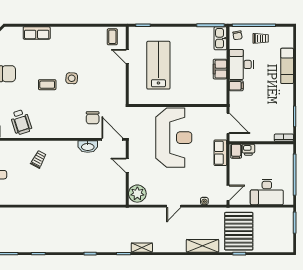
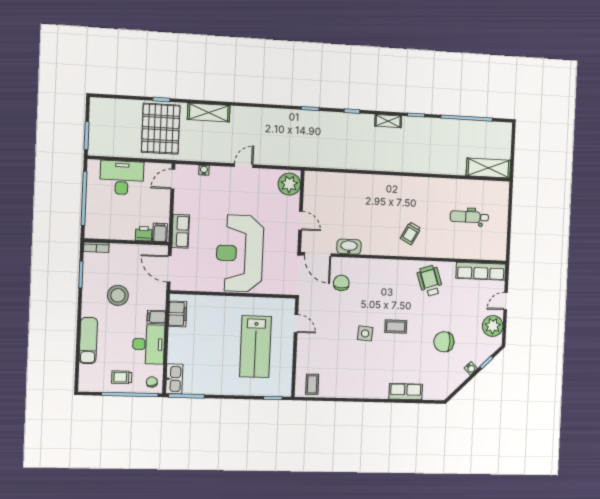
door: (127, 56) -> (296, 323), moved
filing cabinet: (220, 69) -> (178, 314), moved
stool: (266, 101) -> (118, 295), added
shelving: (142, 248) -> (388, 121), moved

